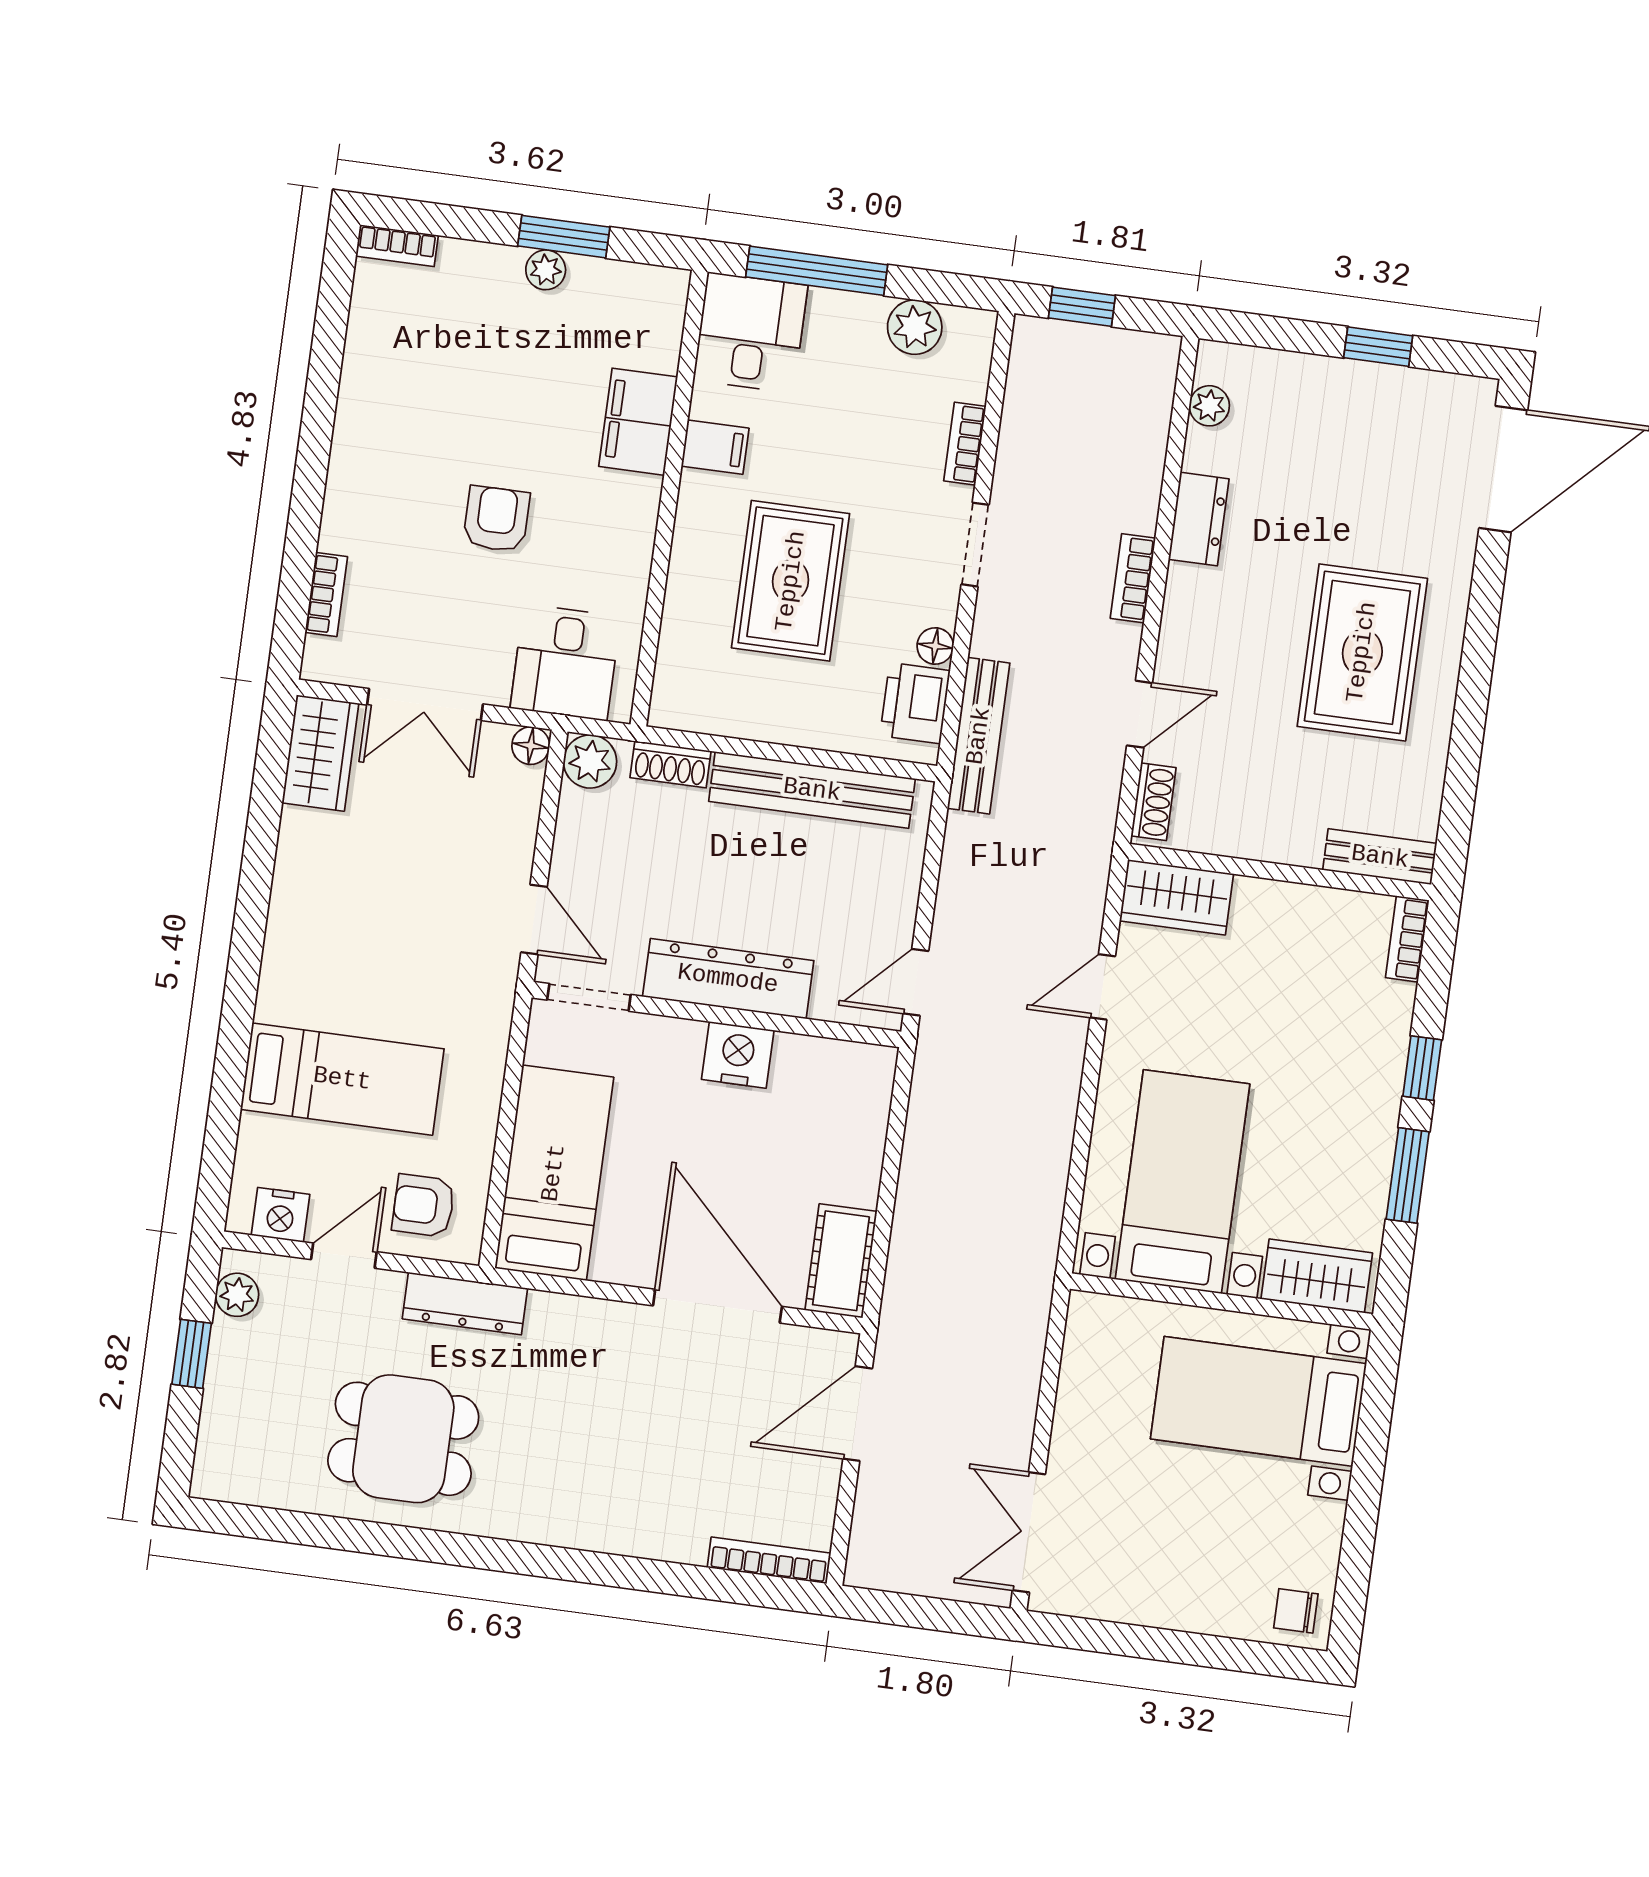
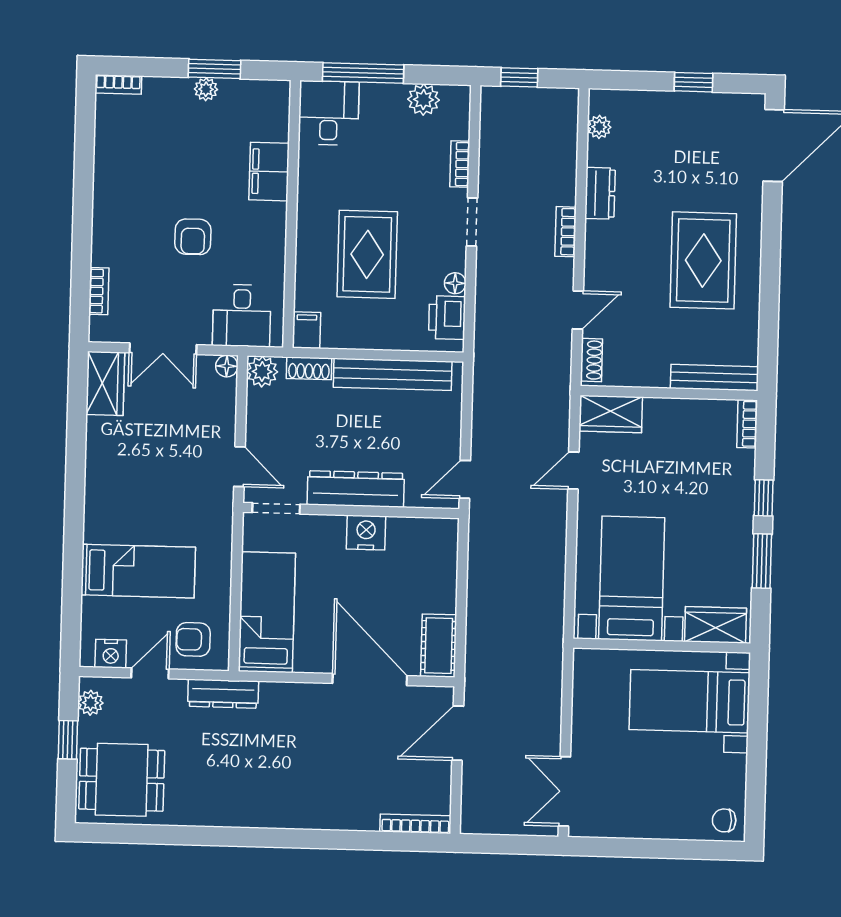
filing cabinet: (715, 447) -> (307, 330), moved, turned -90
armchair: (496, 519) -> (193, 237), turned 180
bench: (979, 736) -> (486, 333), removed
bench: (1380, 857) -> (714, 378), width x1.36
dining table: (403, 1439) -> (122, 780), moved

